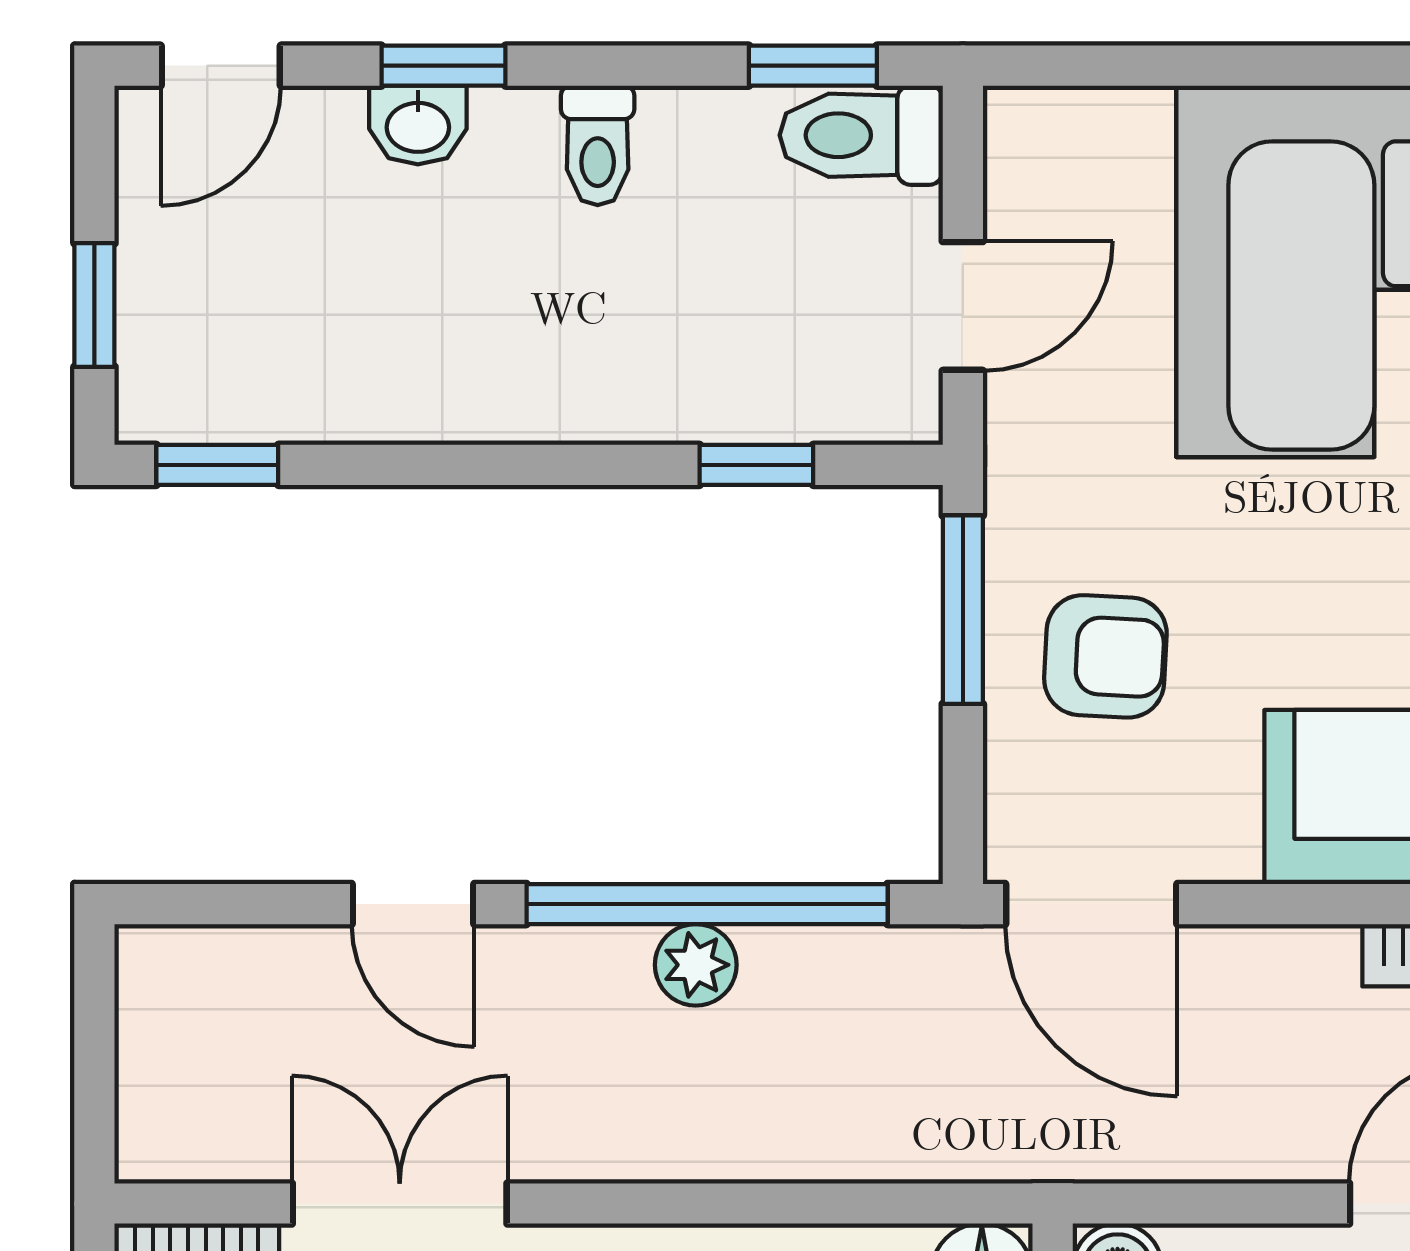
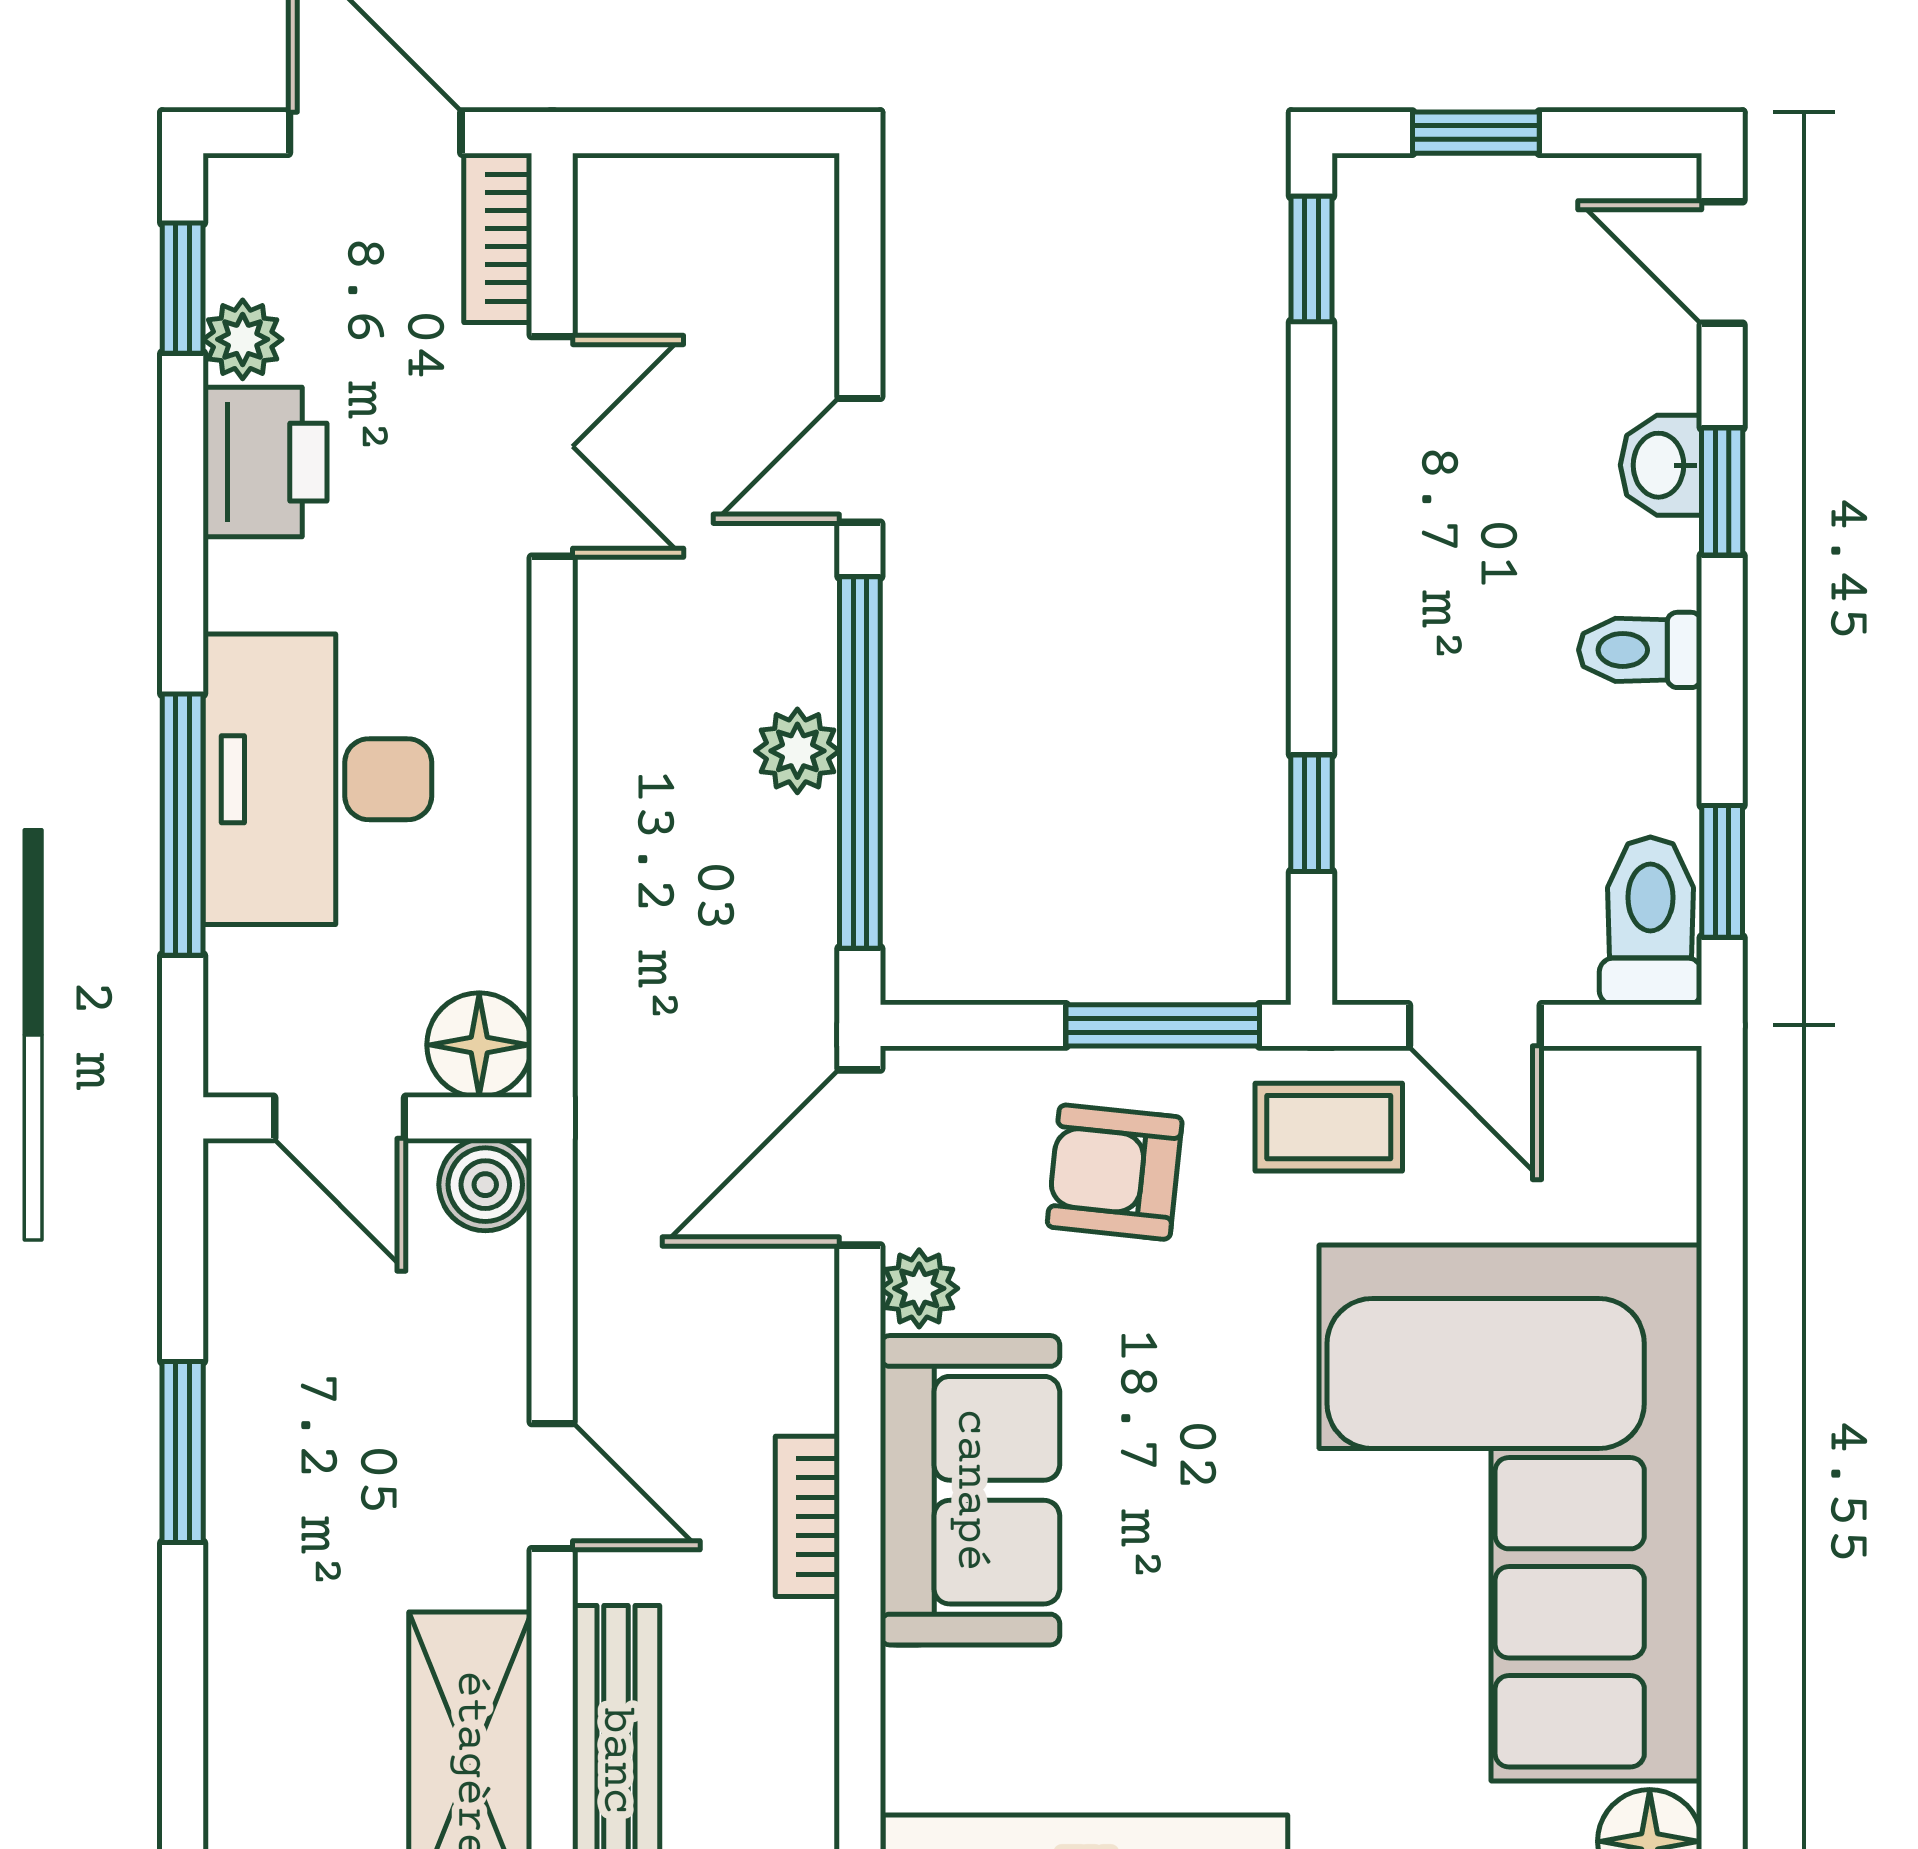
coffee table: (1062, 448) -> (1329, 1127), added
armchair: (1105, 656) -> (1115, 1172), turned 93
plant: (1219, 846) -> (919, 1288), added

